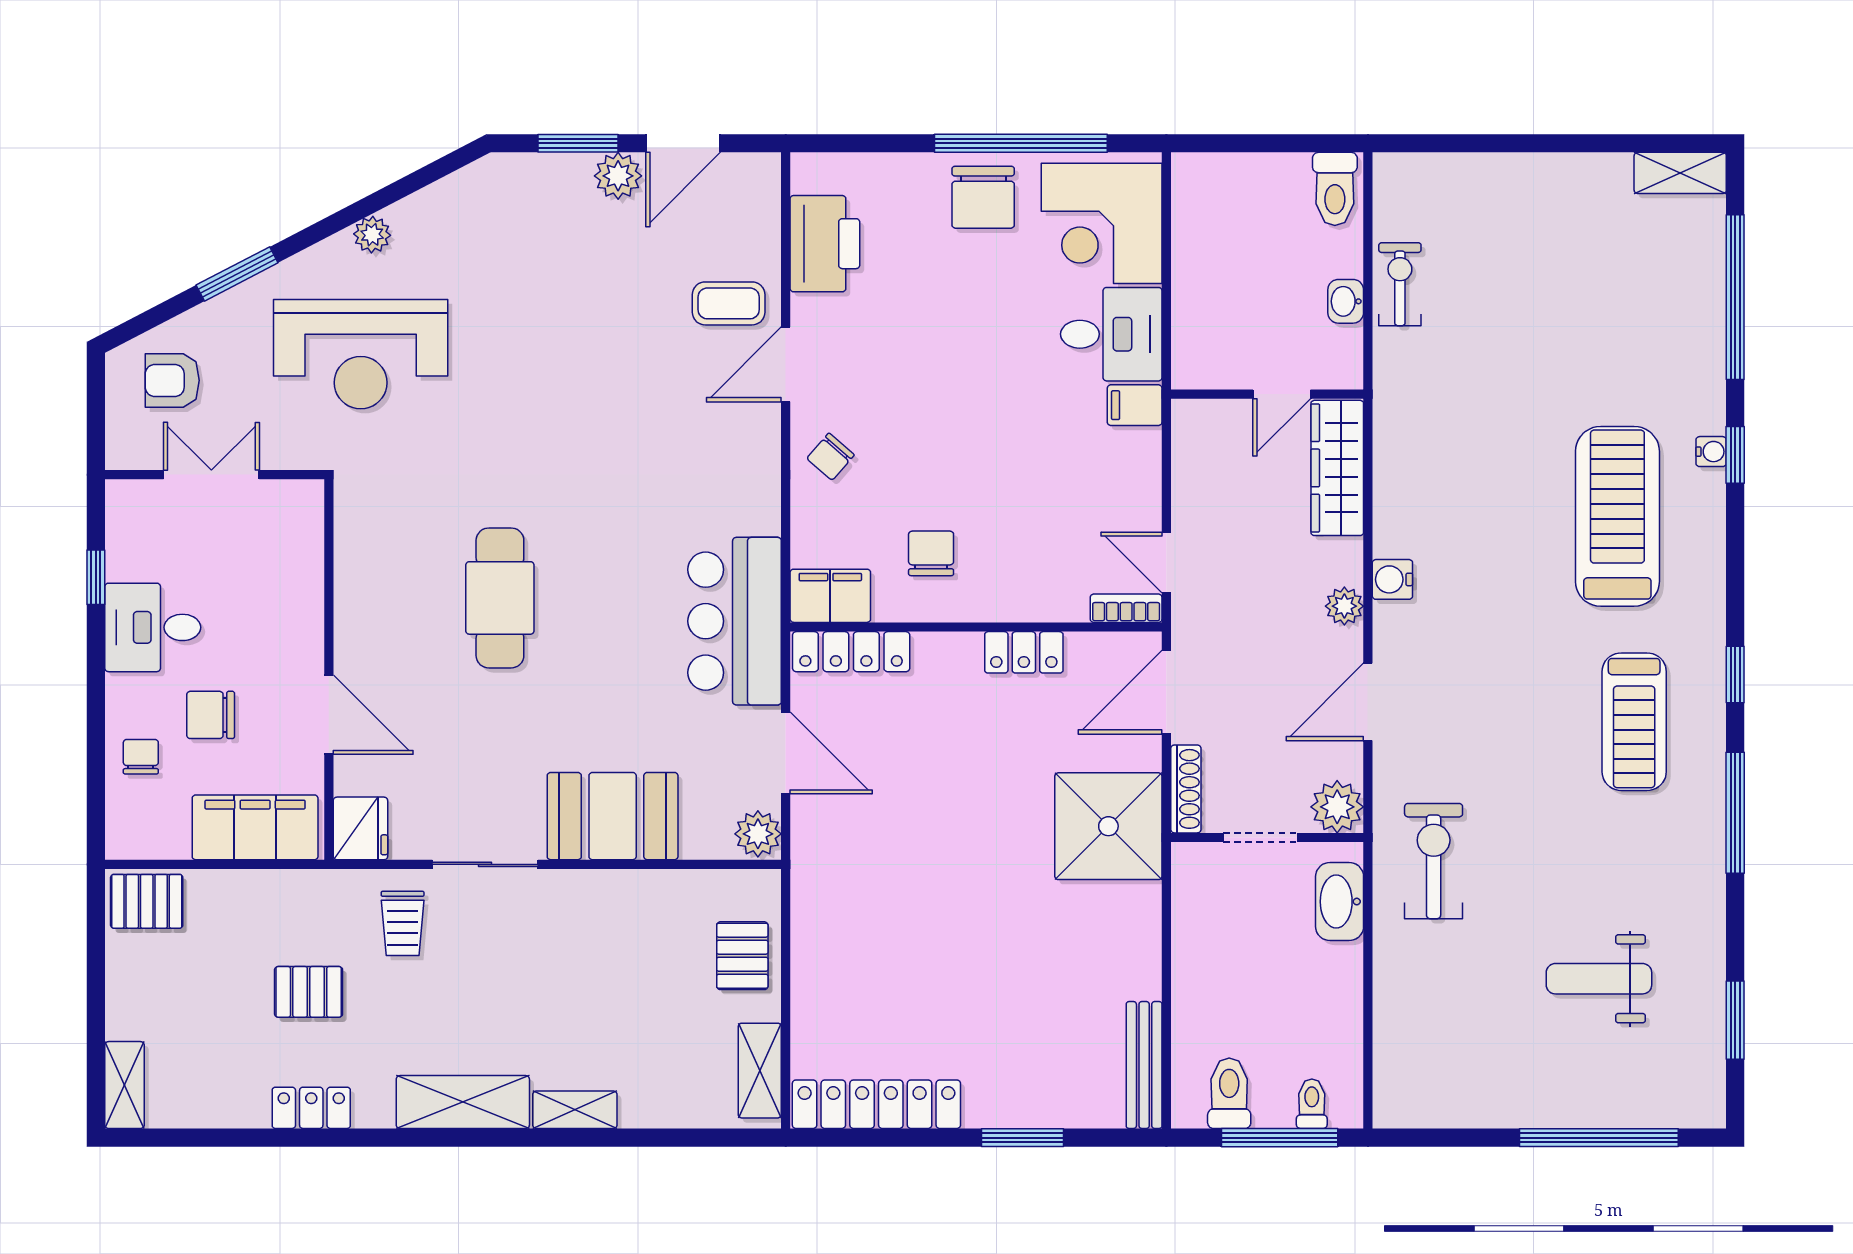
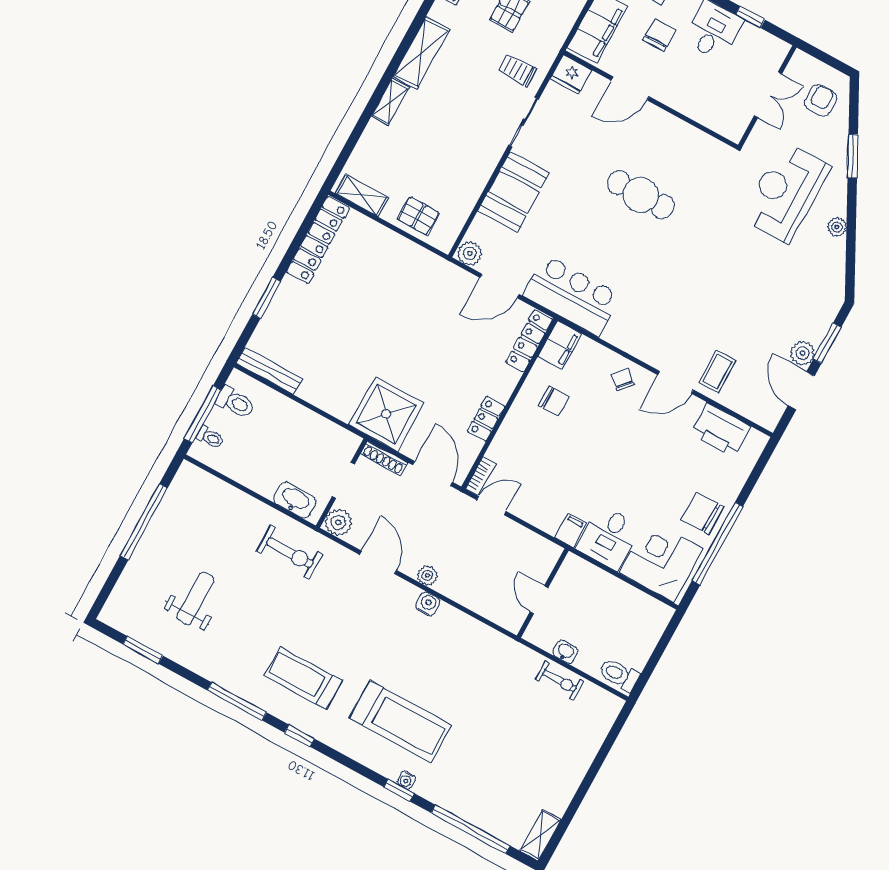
door: (786, 364) -> (676, 382), swing flipped
wardrobe: (1337, 468) -> (492, 607), removed
window: (1599, 1138) -> (144, 522), moved

